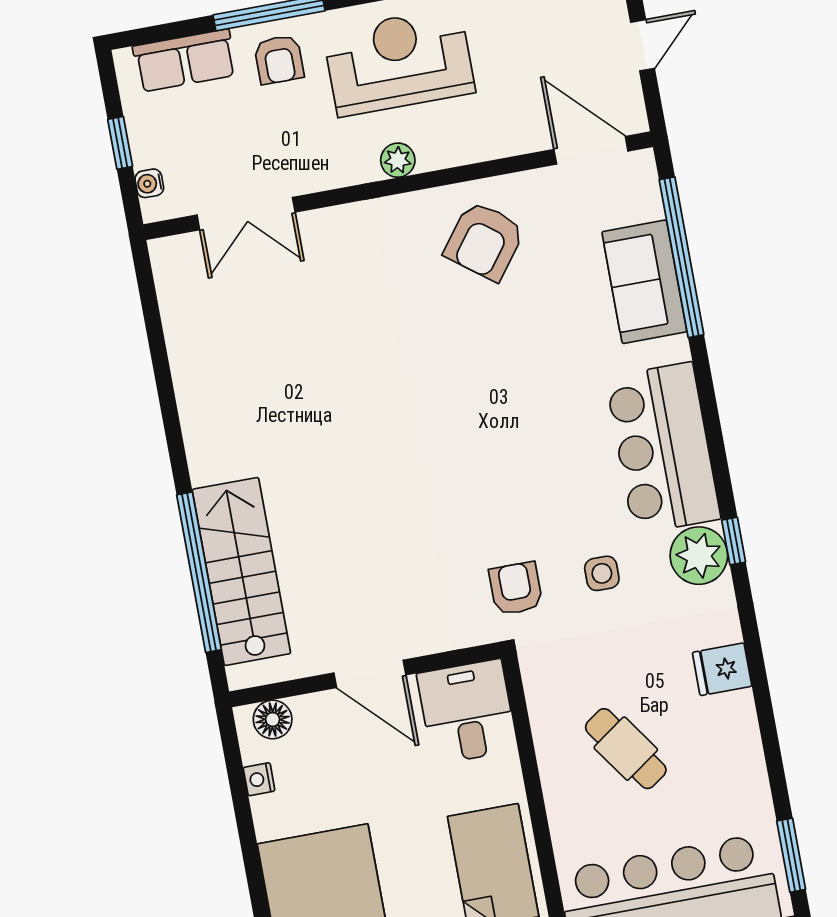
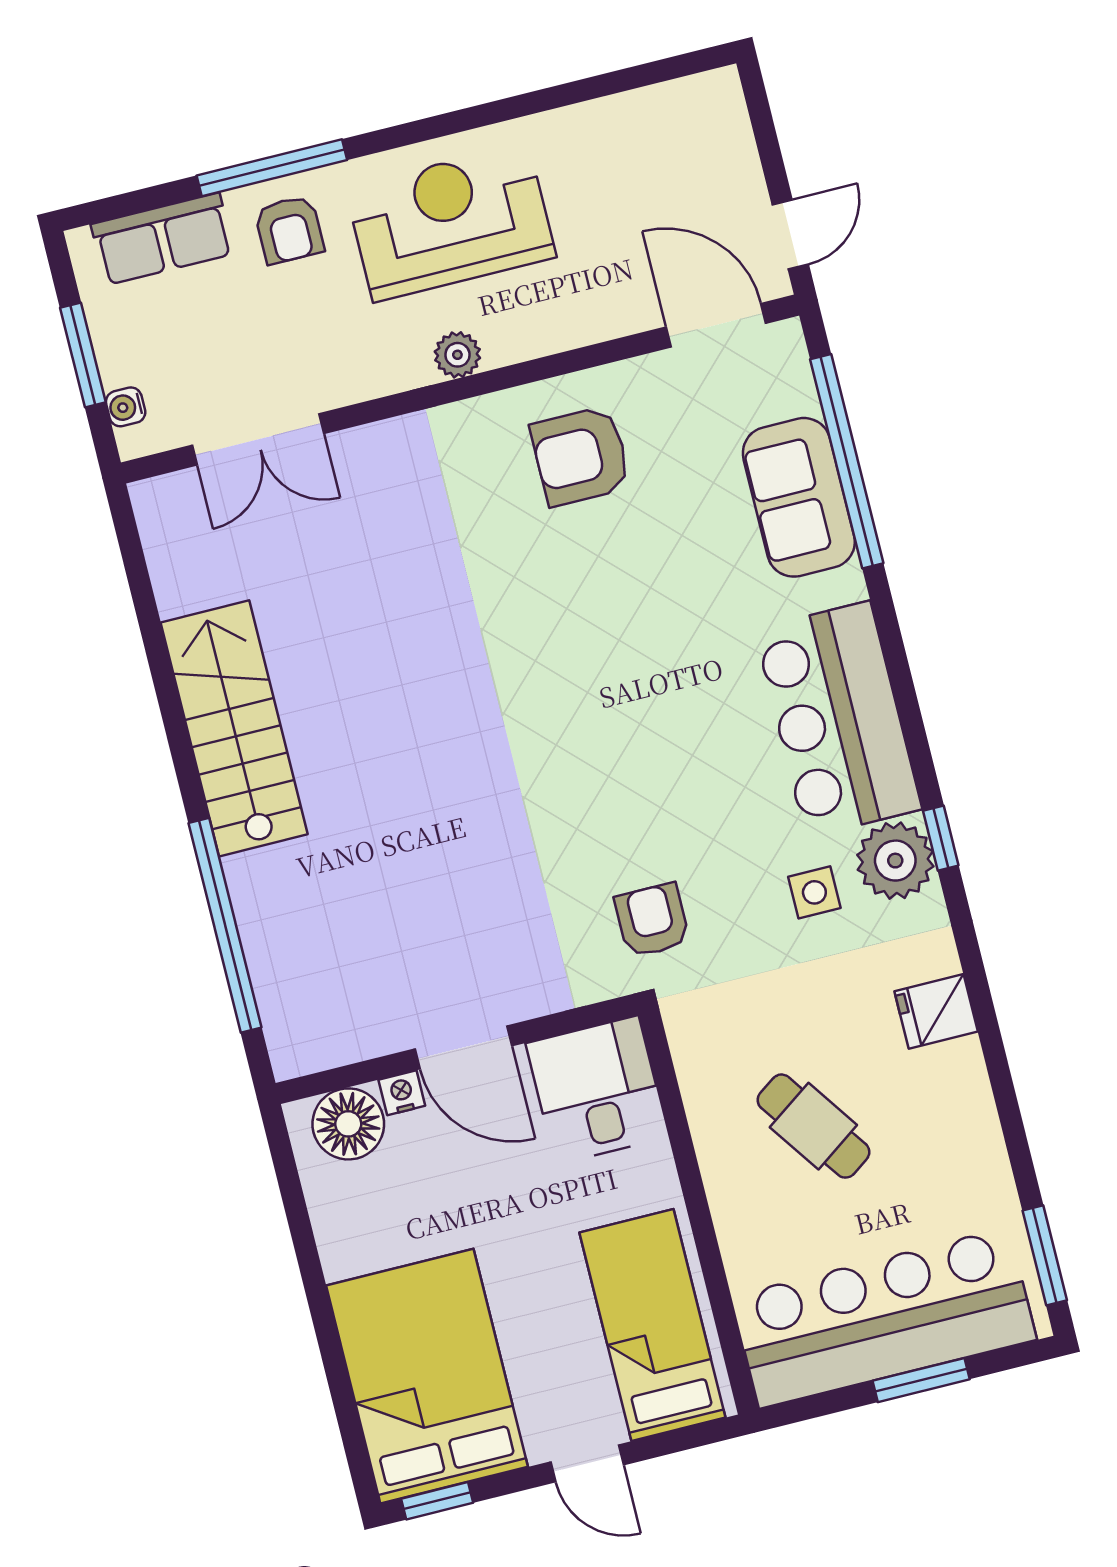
door: (643, 45) -> (790, 234), moved
window: (120, 143) -> (83, 355), width x1.50
armchair: (484, 241) -> (581, 456), turned 53
stairs: (241, 571) -> (234, 728), moved
side table: (602, 573) -> (814, 892), moved
floor lamp: (273, 719) -> (348, 1124), width x1.38, depth x1.38
nightstand: (259, 779) -> (402, 1093), moved, turned 90

